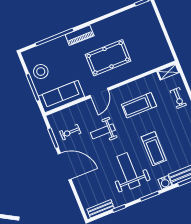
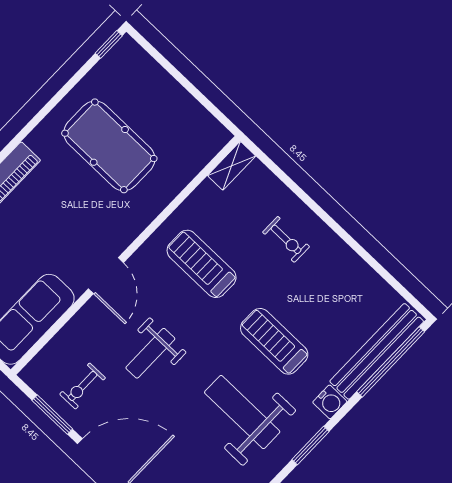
pool table: (108, 58) -> (109, 146), moved, turned 90
exercise bike: (178, 98) -> (286, 239), moved
treadmill: (139, 105) -> (202, 264), turned 90
treadmill: (154, 149) -> (274, 341), turned 180

